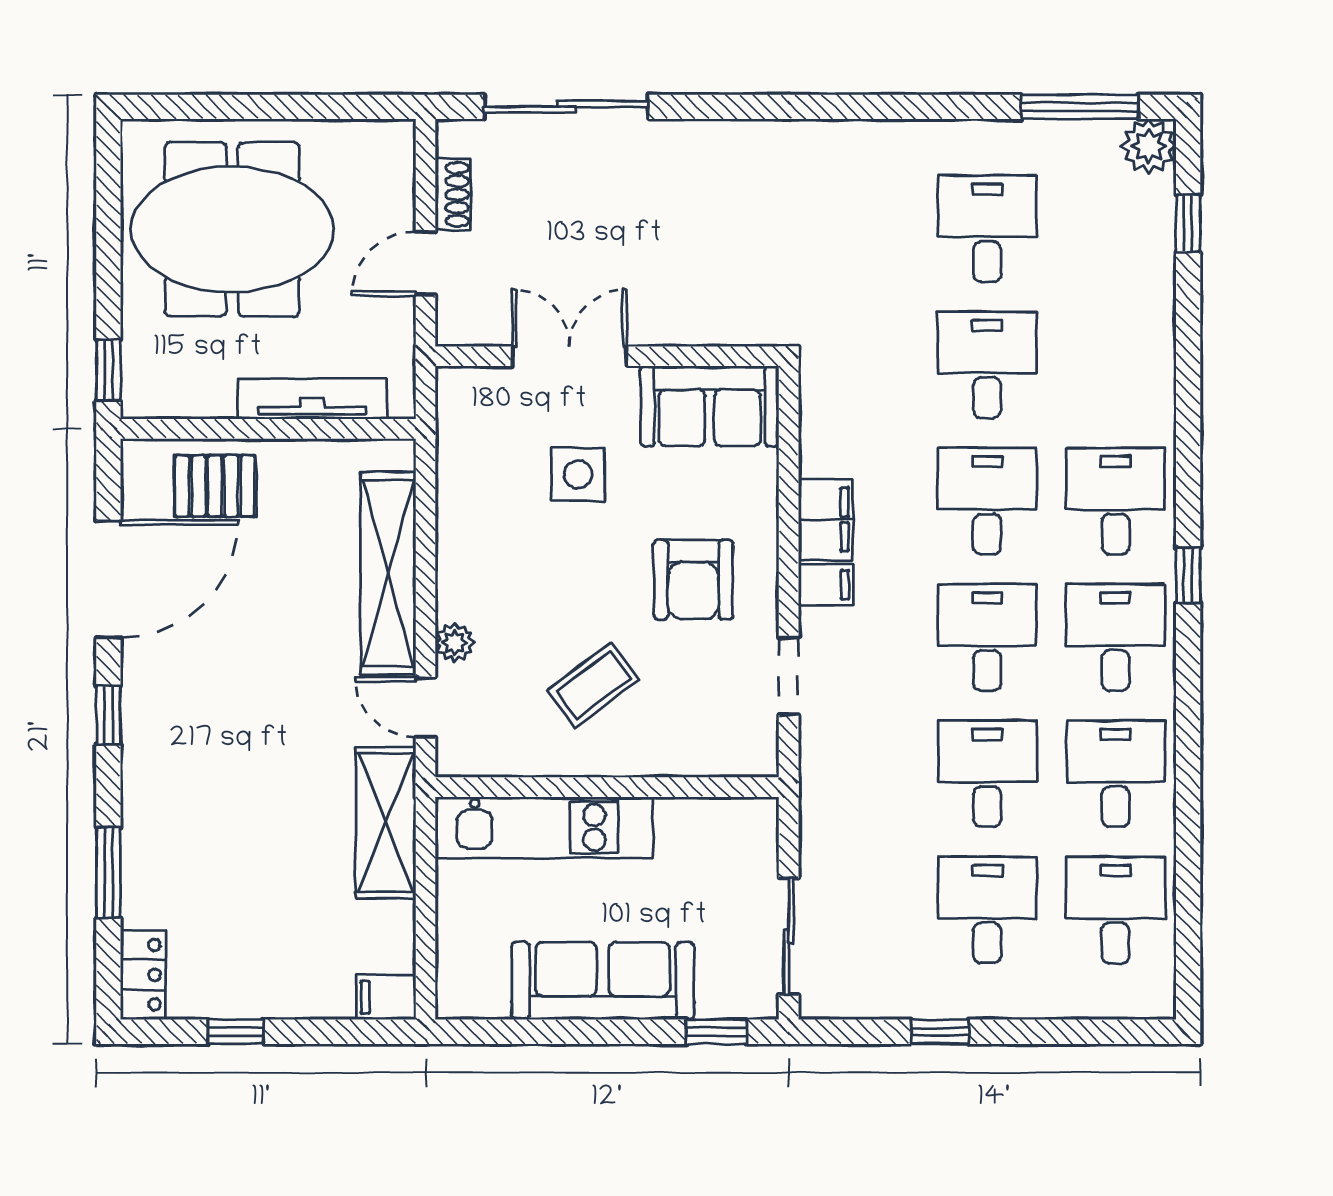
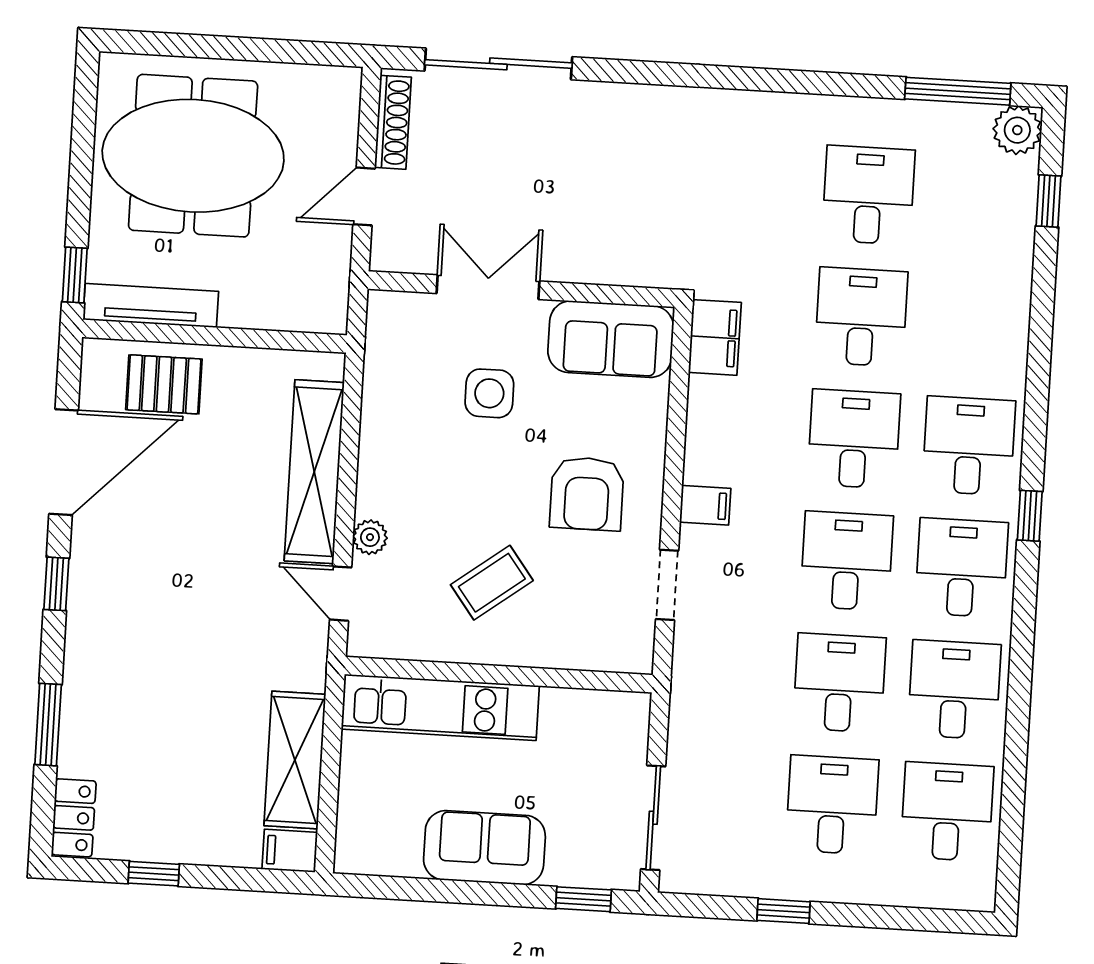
shoe rack: (453, 194) -> (393, 122), width x1.43
tv unit: (312, 399) -> (151, 305), moved
filing cabinet: (826, 520) -> (715, 337), moved
shelving: (386, 823) -> (295, 760), moved
sofa: (603, 981) -> (484, 848), width x0.73

